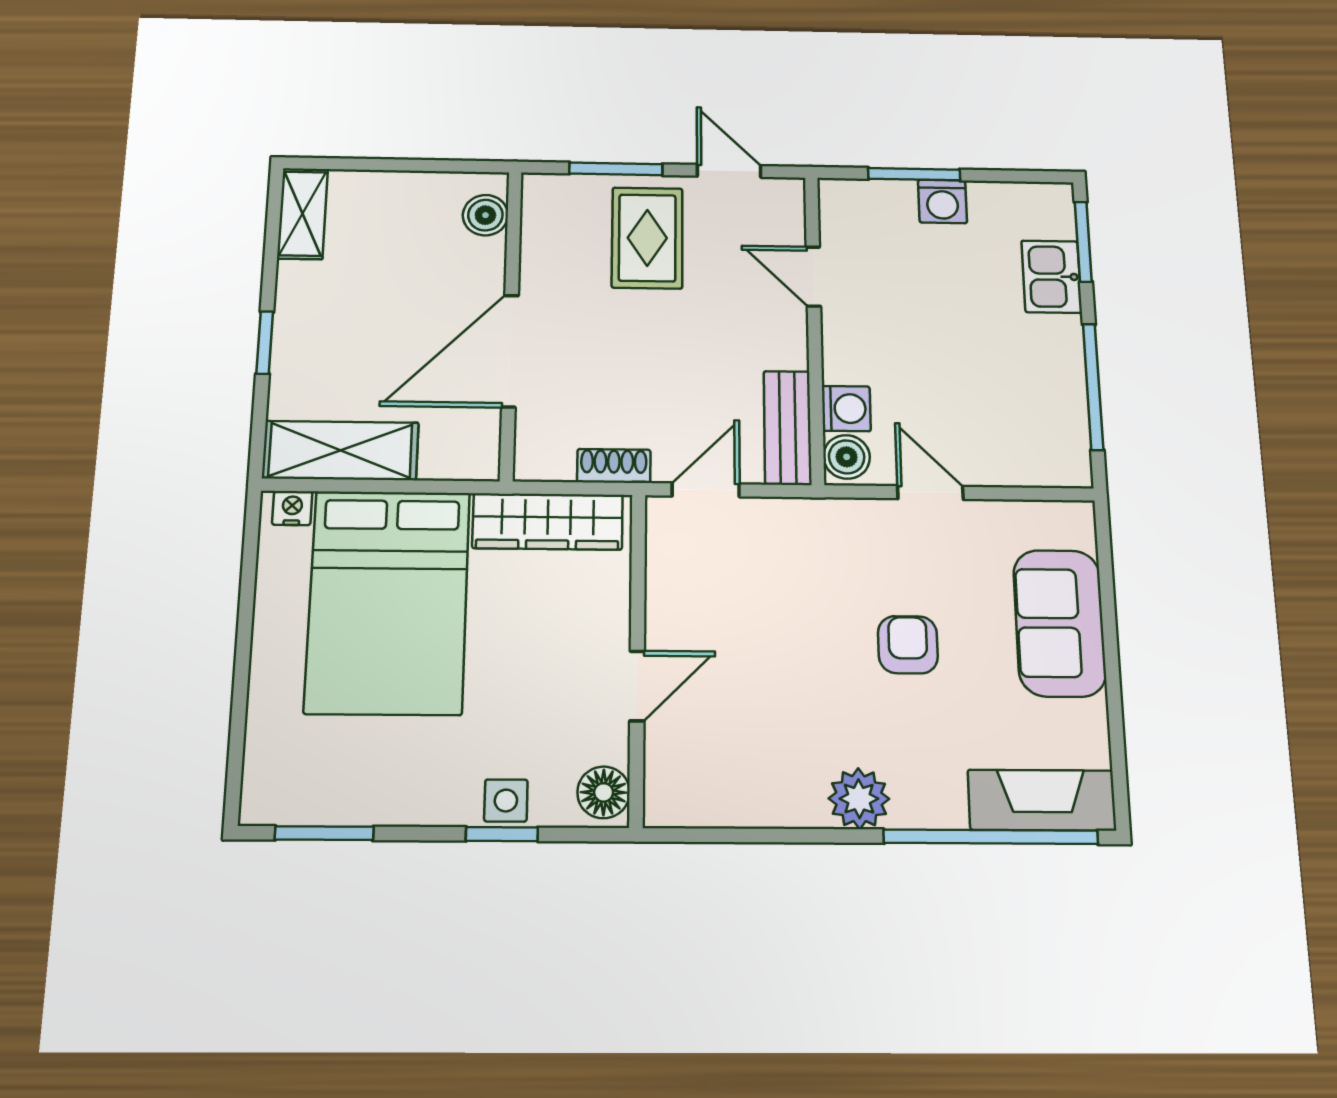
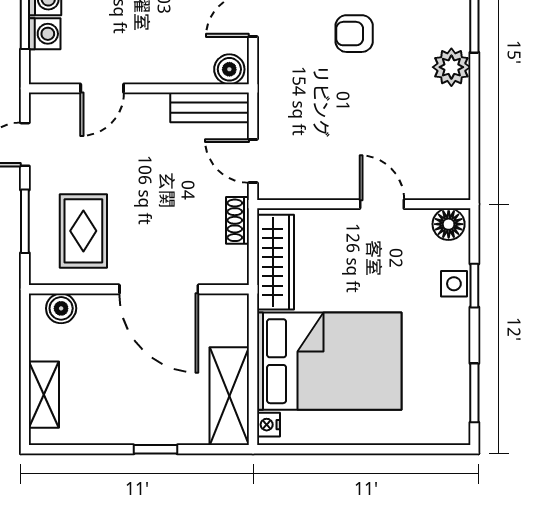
shelving: (303, 214) -> (44, 395), moved, turned 90
rug: (647, 238) -> (83, 231), moved, turned 90
washing machine: (846, 409) -> (45, 34), moved, turned 90

